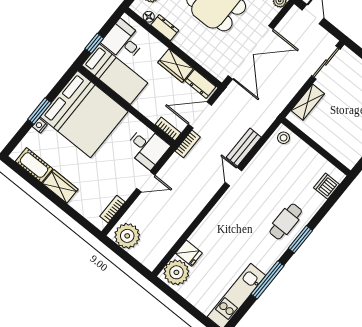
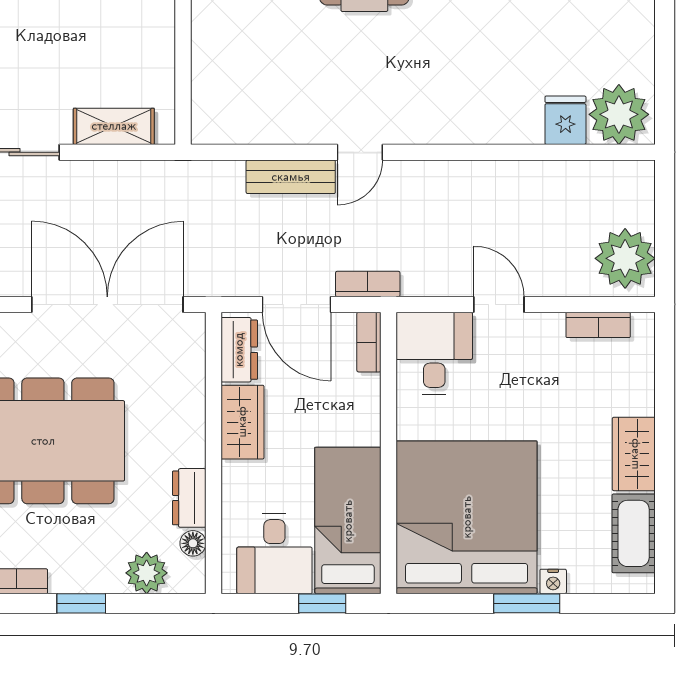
stool: (284, 138) -> (215, 118), removed

